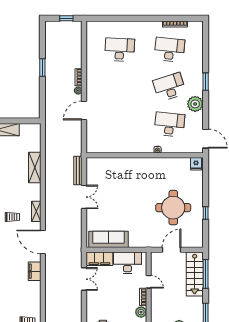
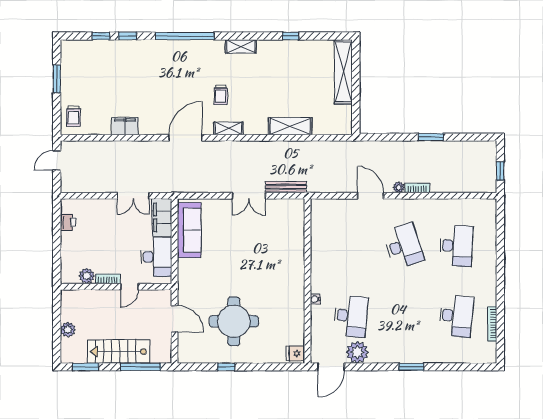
desk: (169, 87) -> (404, 246), moved
plant: (195, 104) -> (357, 352), moved
filing cabinet: (35, 271) -> (125, 126), moved
stairs: (195, 274) -> (119, 352), moved

